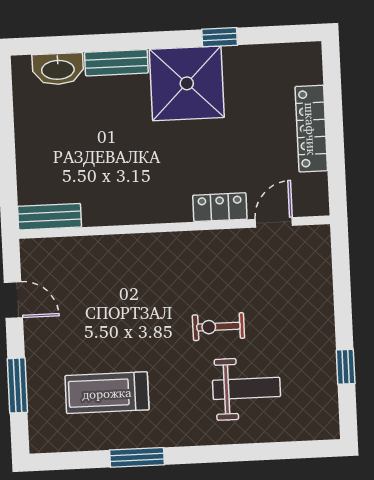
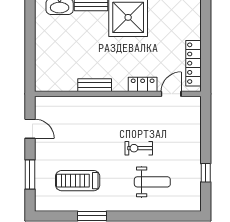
locker: (311, 129) -> (193, 63), moved
bench: (50, 217) -> (95, 85), moved

